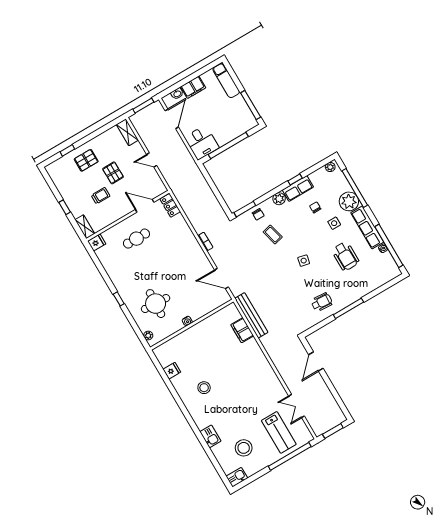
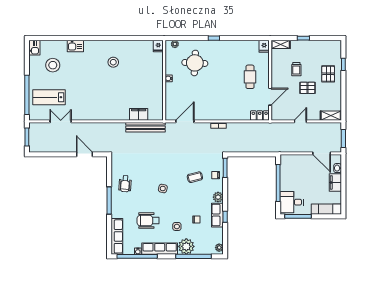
desk: (202, 142) -> (292, 202), moved
row of seats: (381, 279) -> (117, 236), added
fridge: (172, 371) -> (158, 46), moved

